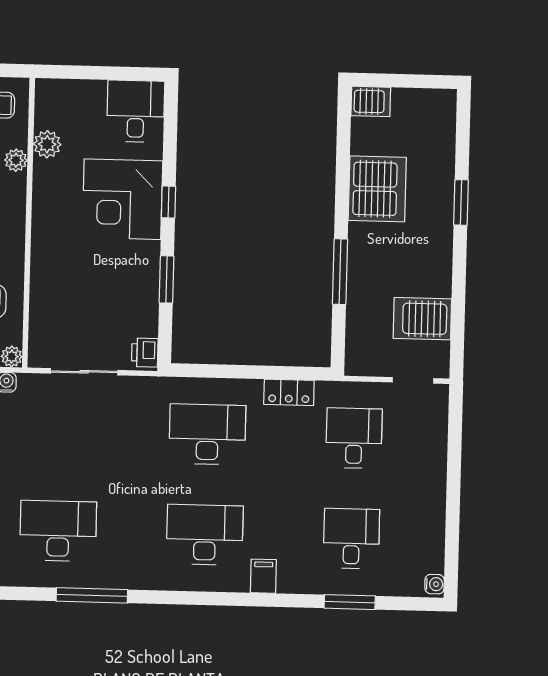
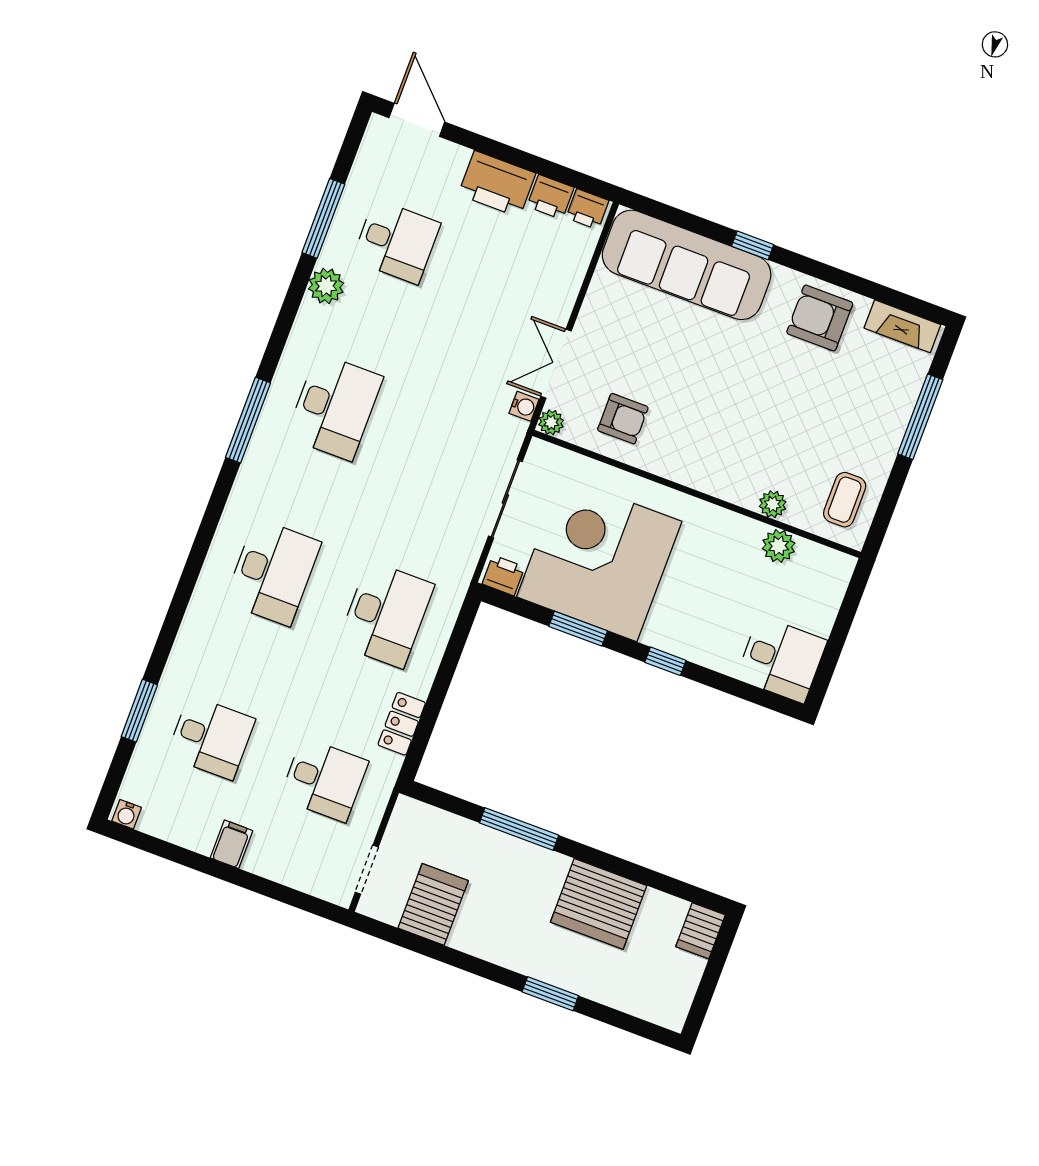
corner desk: (122, 199) -> (599, 559), moved, width x1.36, depth x1.36
filing cabinet: (263, 576) -> (231, 844), moved, turned -90

